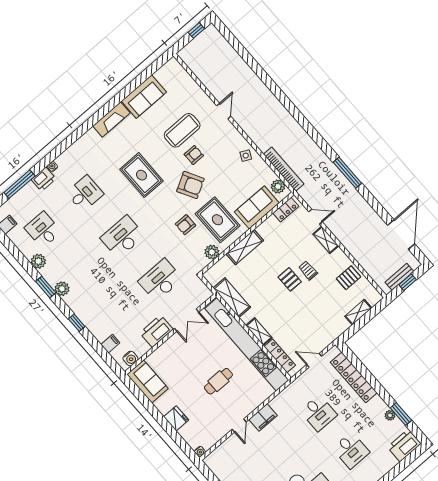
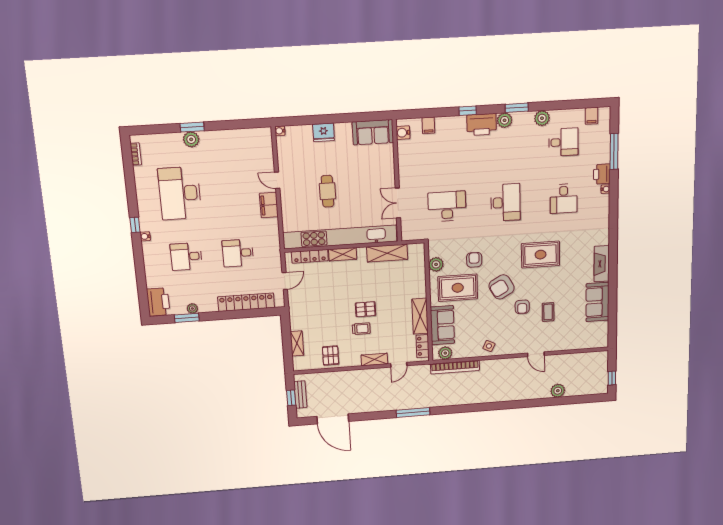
plant: (240, 67) -> (558, 391), added
coffee table: (182, 130) -> (548, 312), width x0.54, depth x0.58
shelving: (245, 247) -> (420, 316), moved
desk: (160, 280) -> (447, 206), turned -90
printer: (156, 331) -> (482, 125), moved, turned 90

